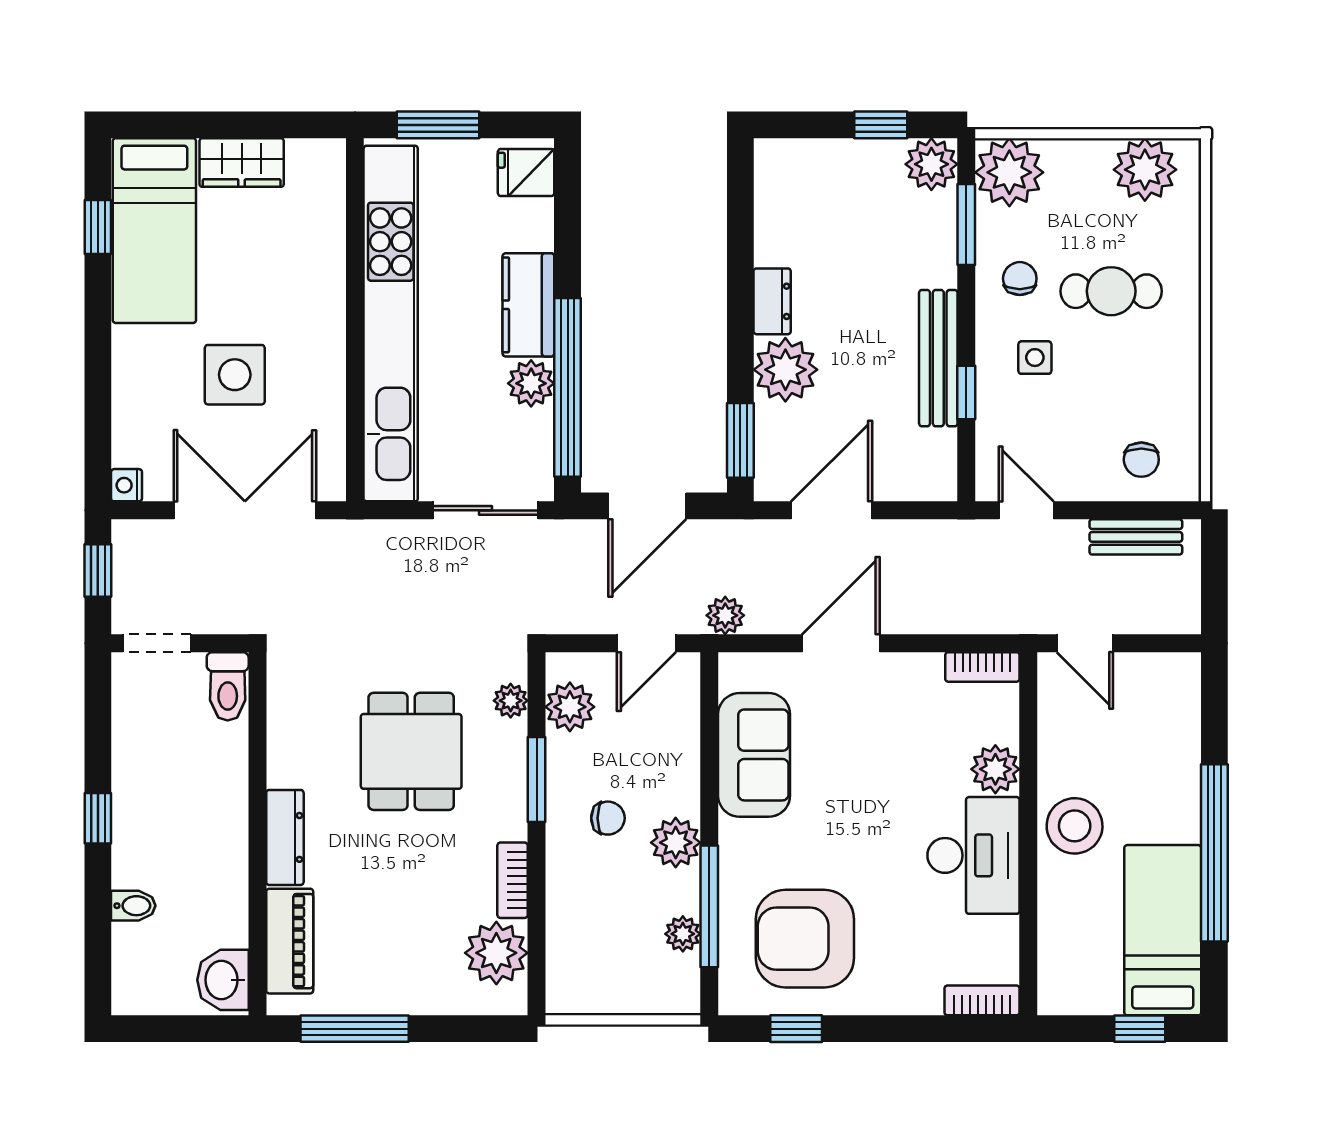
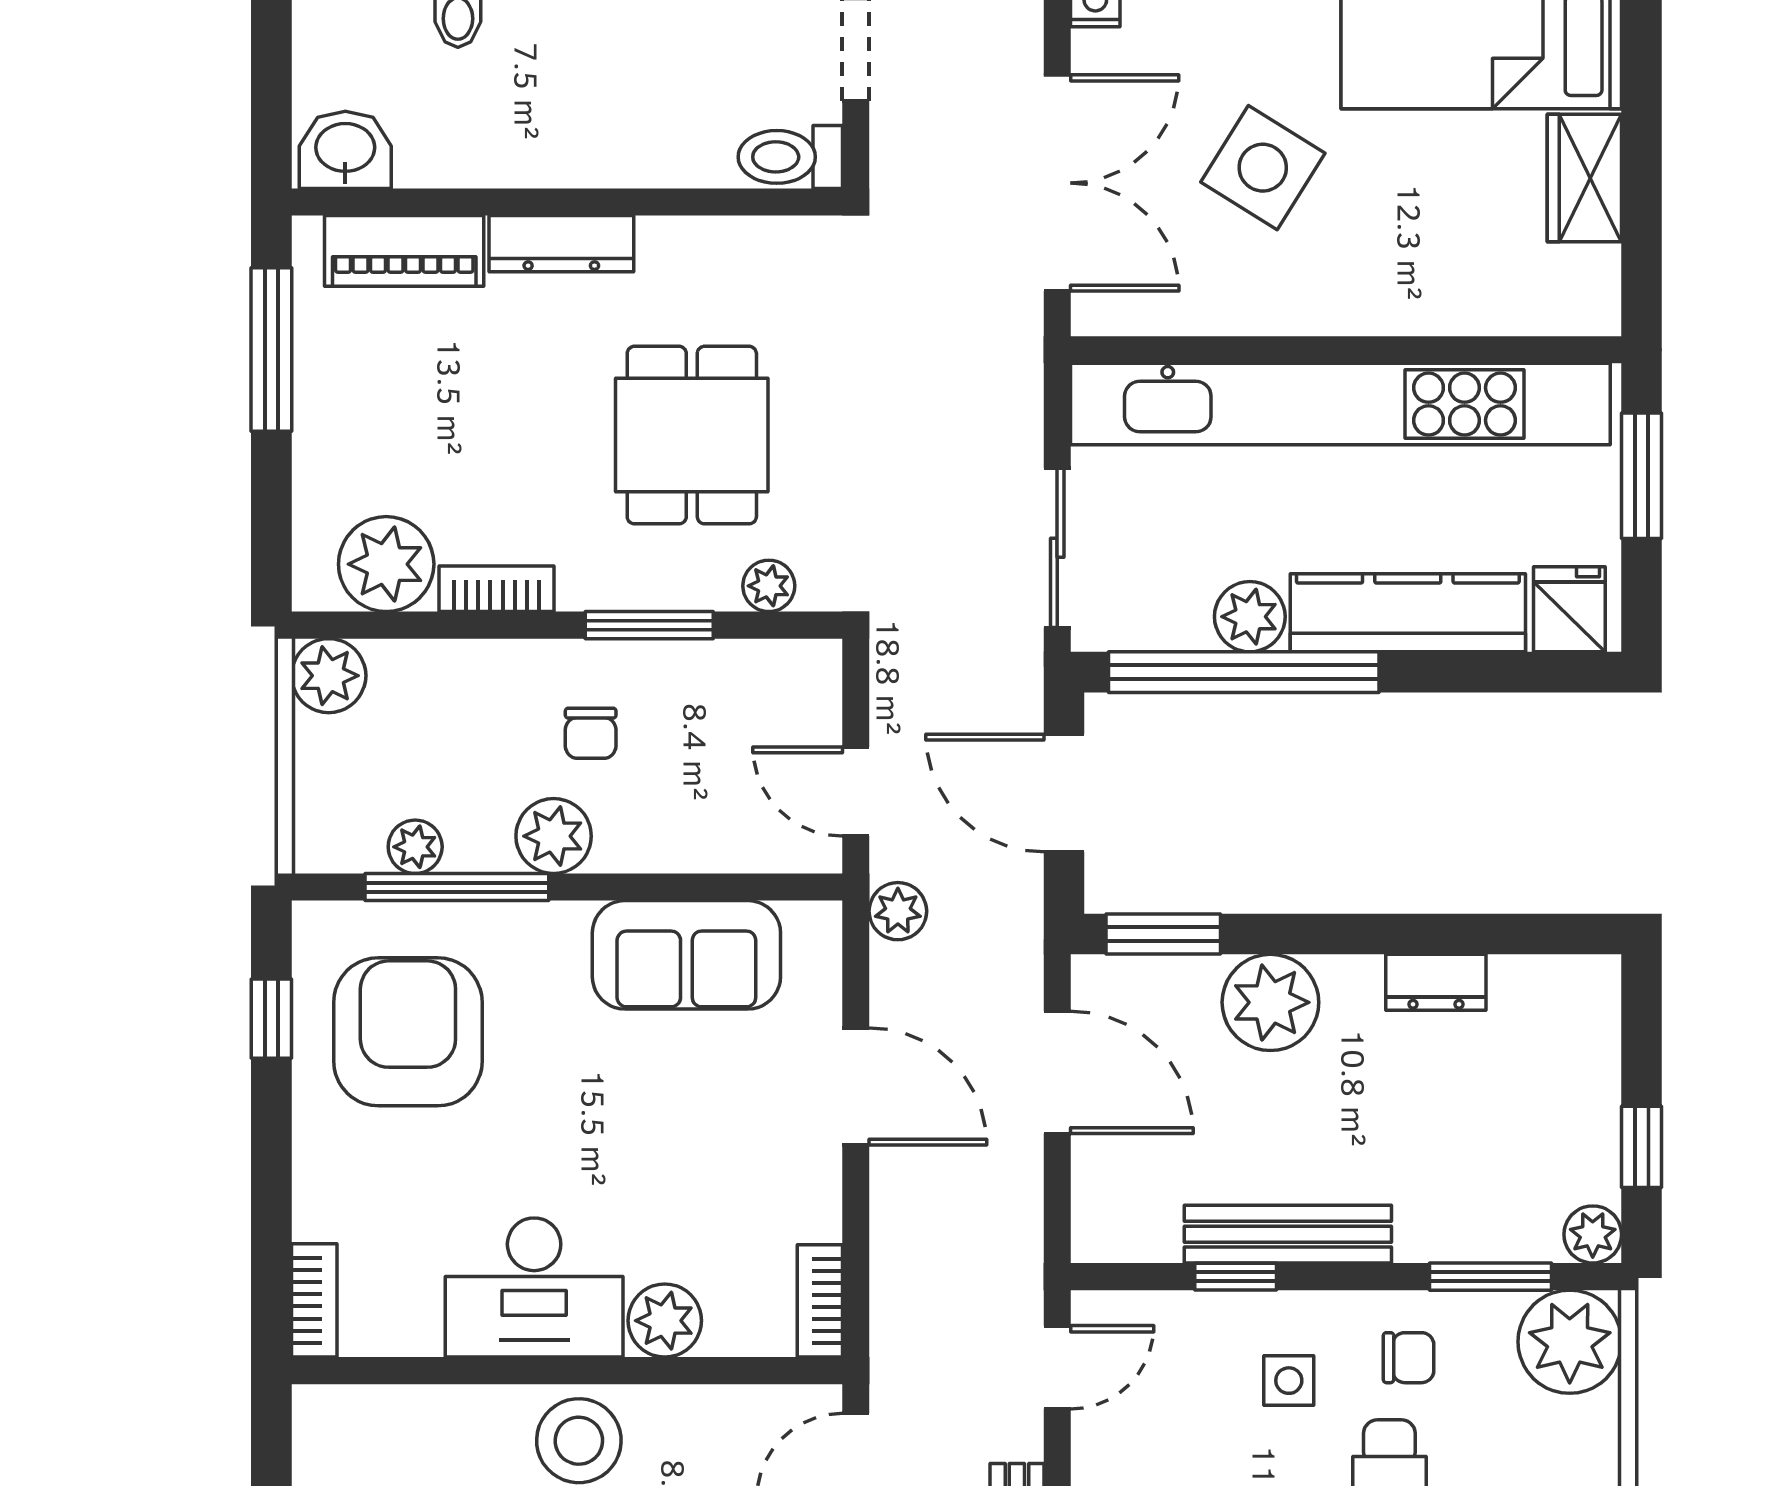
plant: (931, 164) -> (1593, 1234), width x0.73, depth x0.73
dresser: (772, 301) -> (1436, 982), moved
kitchen counter: (528, 305) -> (1408, 613), width x1.50
side table: (235, 375) -> (1263, 168), turned 32
plant: (570, 707) -> (329, 676), moved
dining table: (411, 751) -> (692, 435), turned 90

